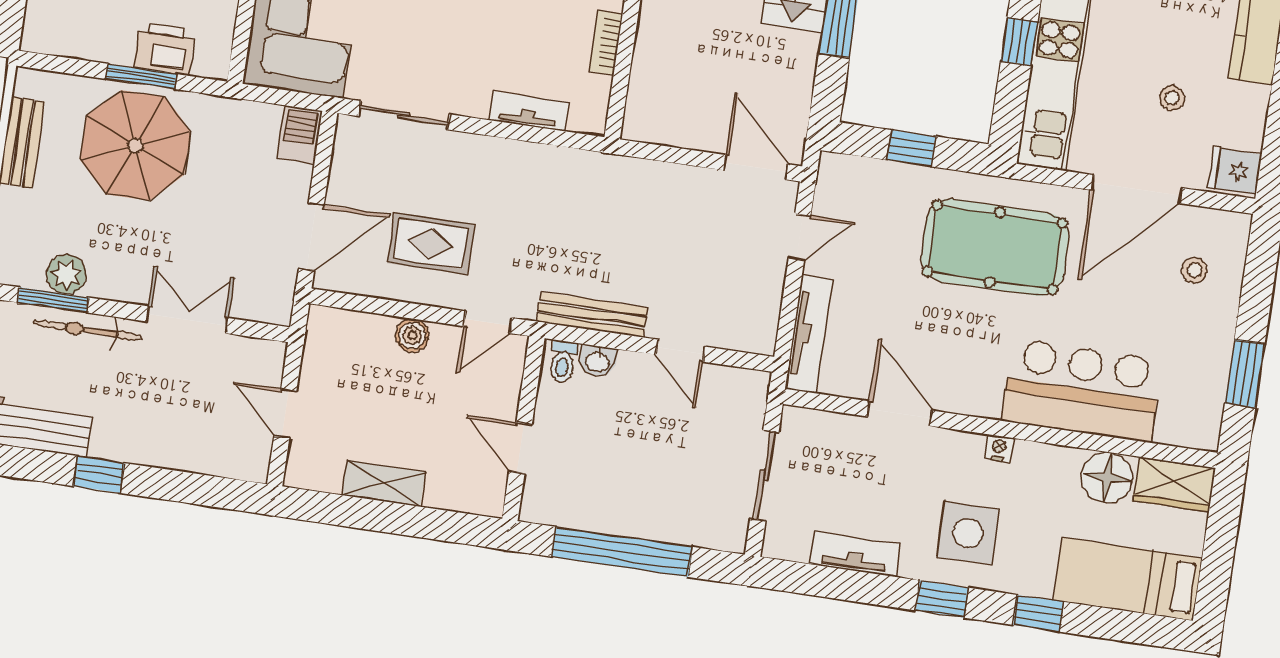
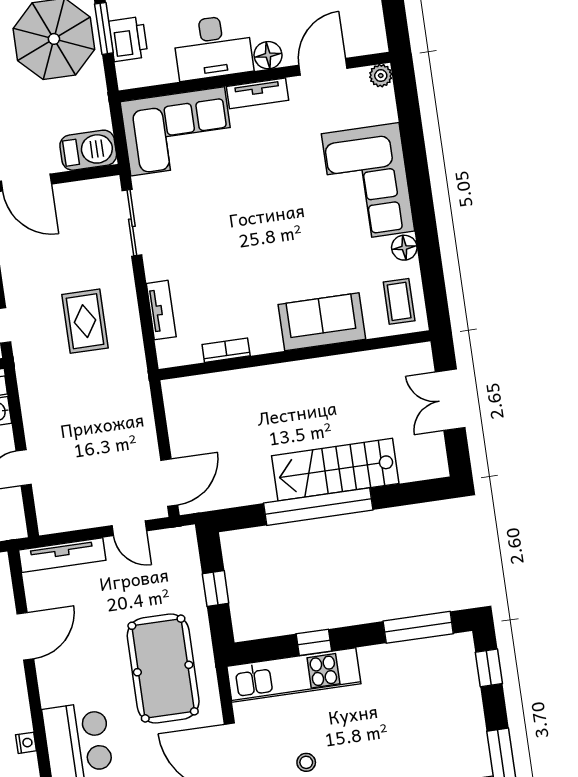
barbecue: (300, 135) -> (88, 150), width x1.38, depth x1.27
rug: (431, 244) -> (85, 321), moved
bench: (592, 315) -> (30, 398), removed
nightstand: (999, 448) -> (26, 743), moved

